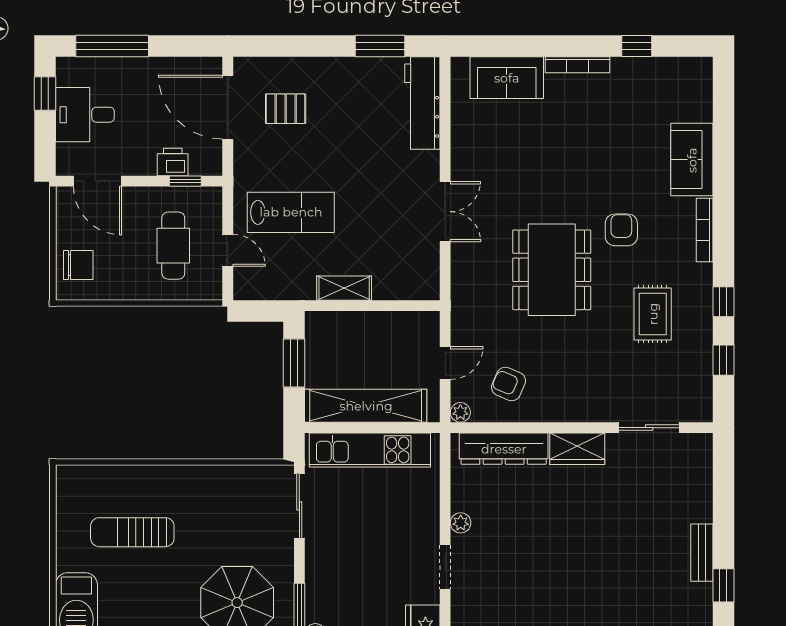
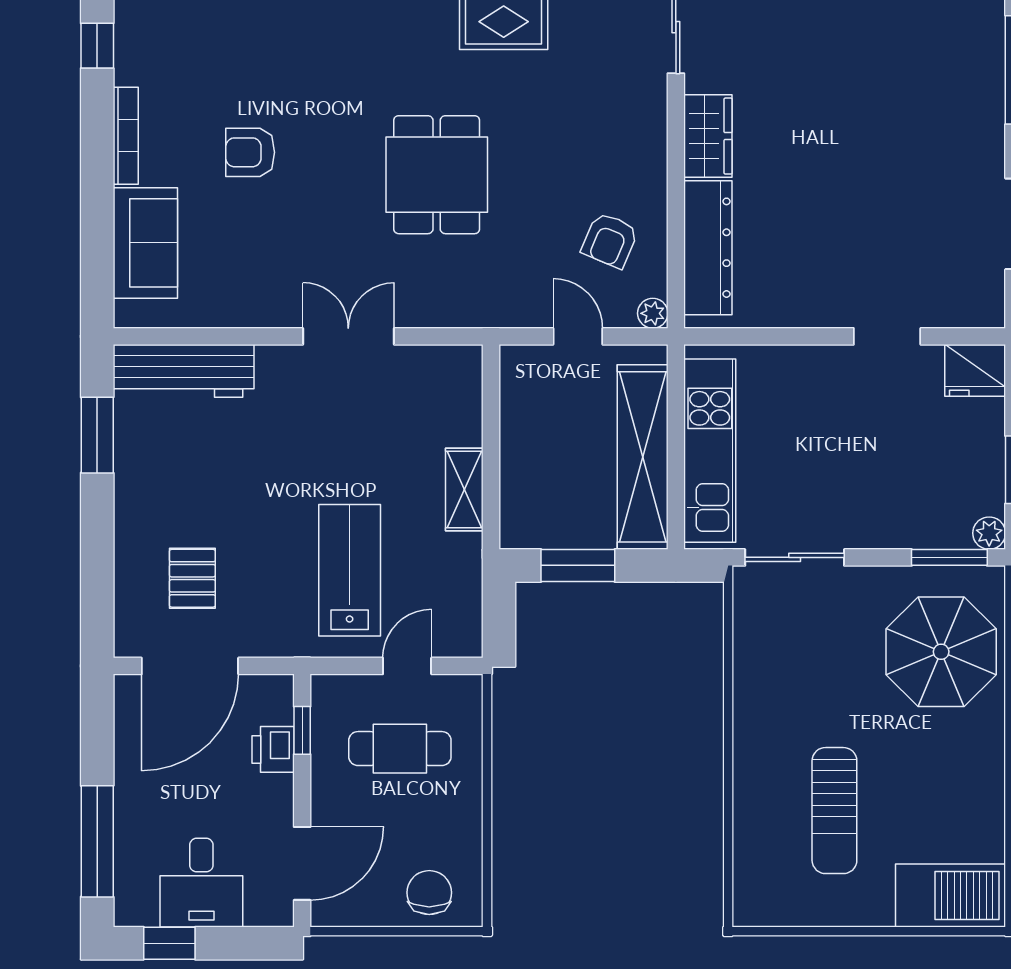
armchair: (621, 230) -> (250, 152), moved
dining table: (552, 270) -> (437, 175), width x0.73
plant: (461, 523) -> (820, 313), removed

